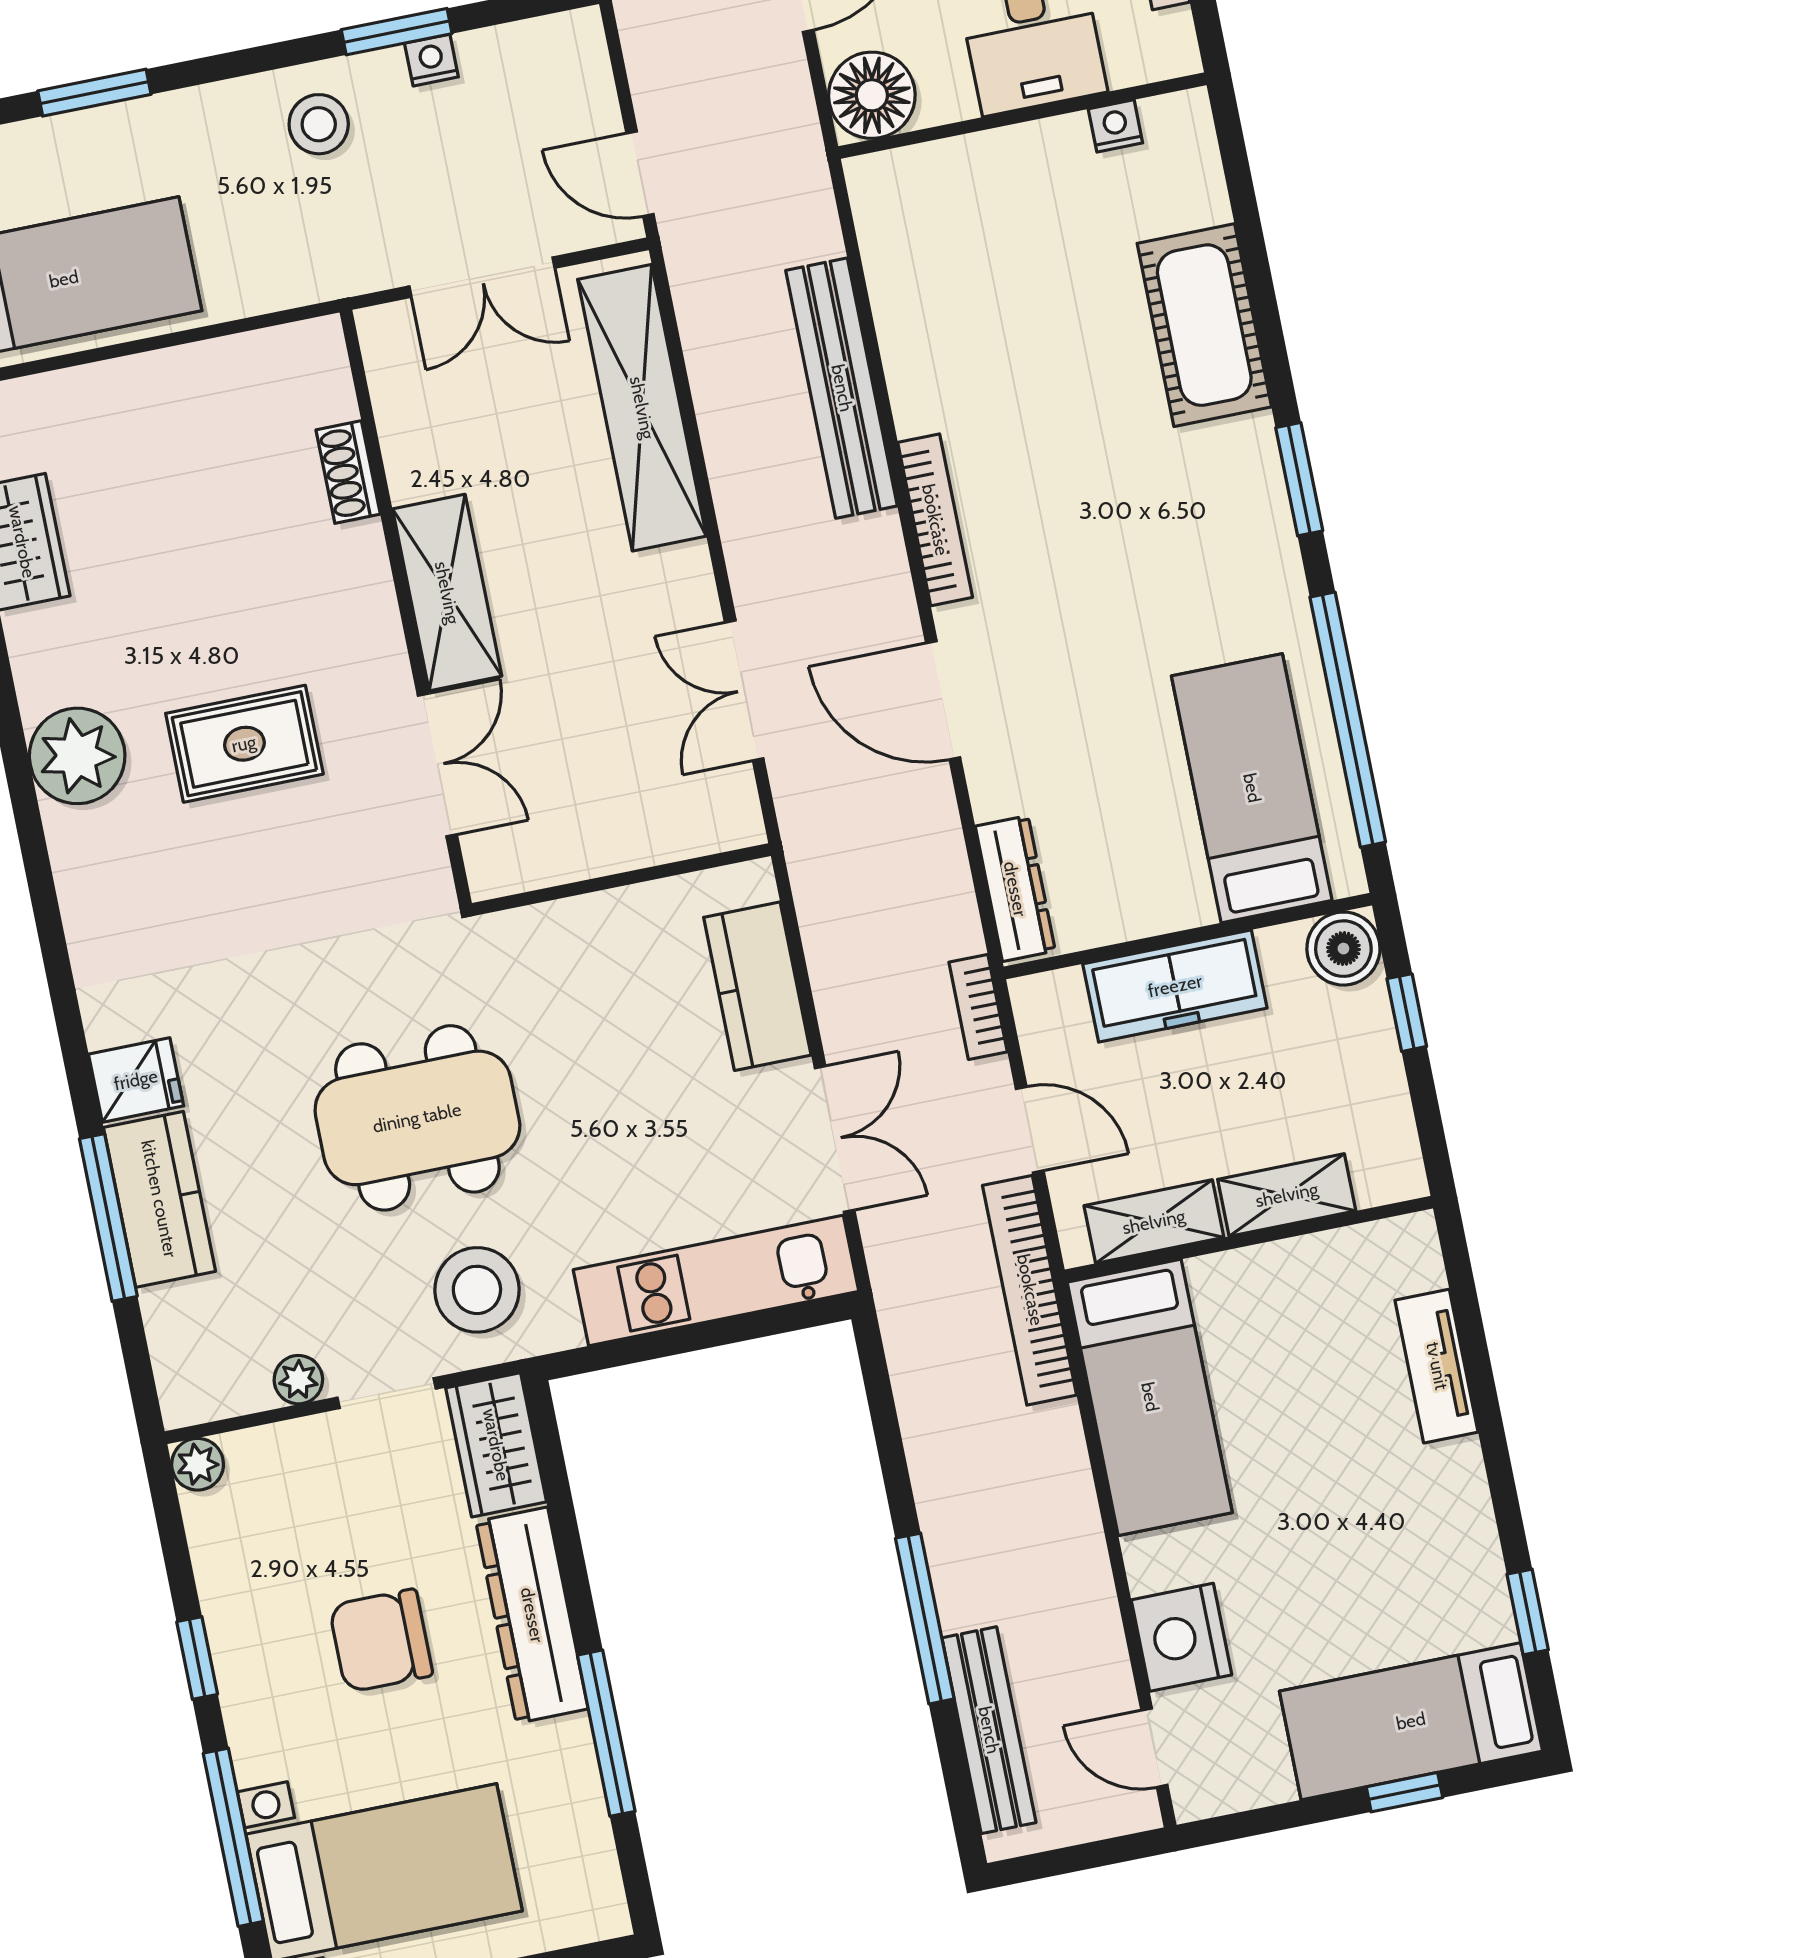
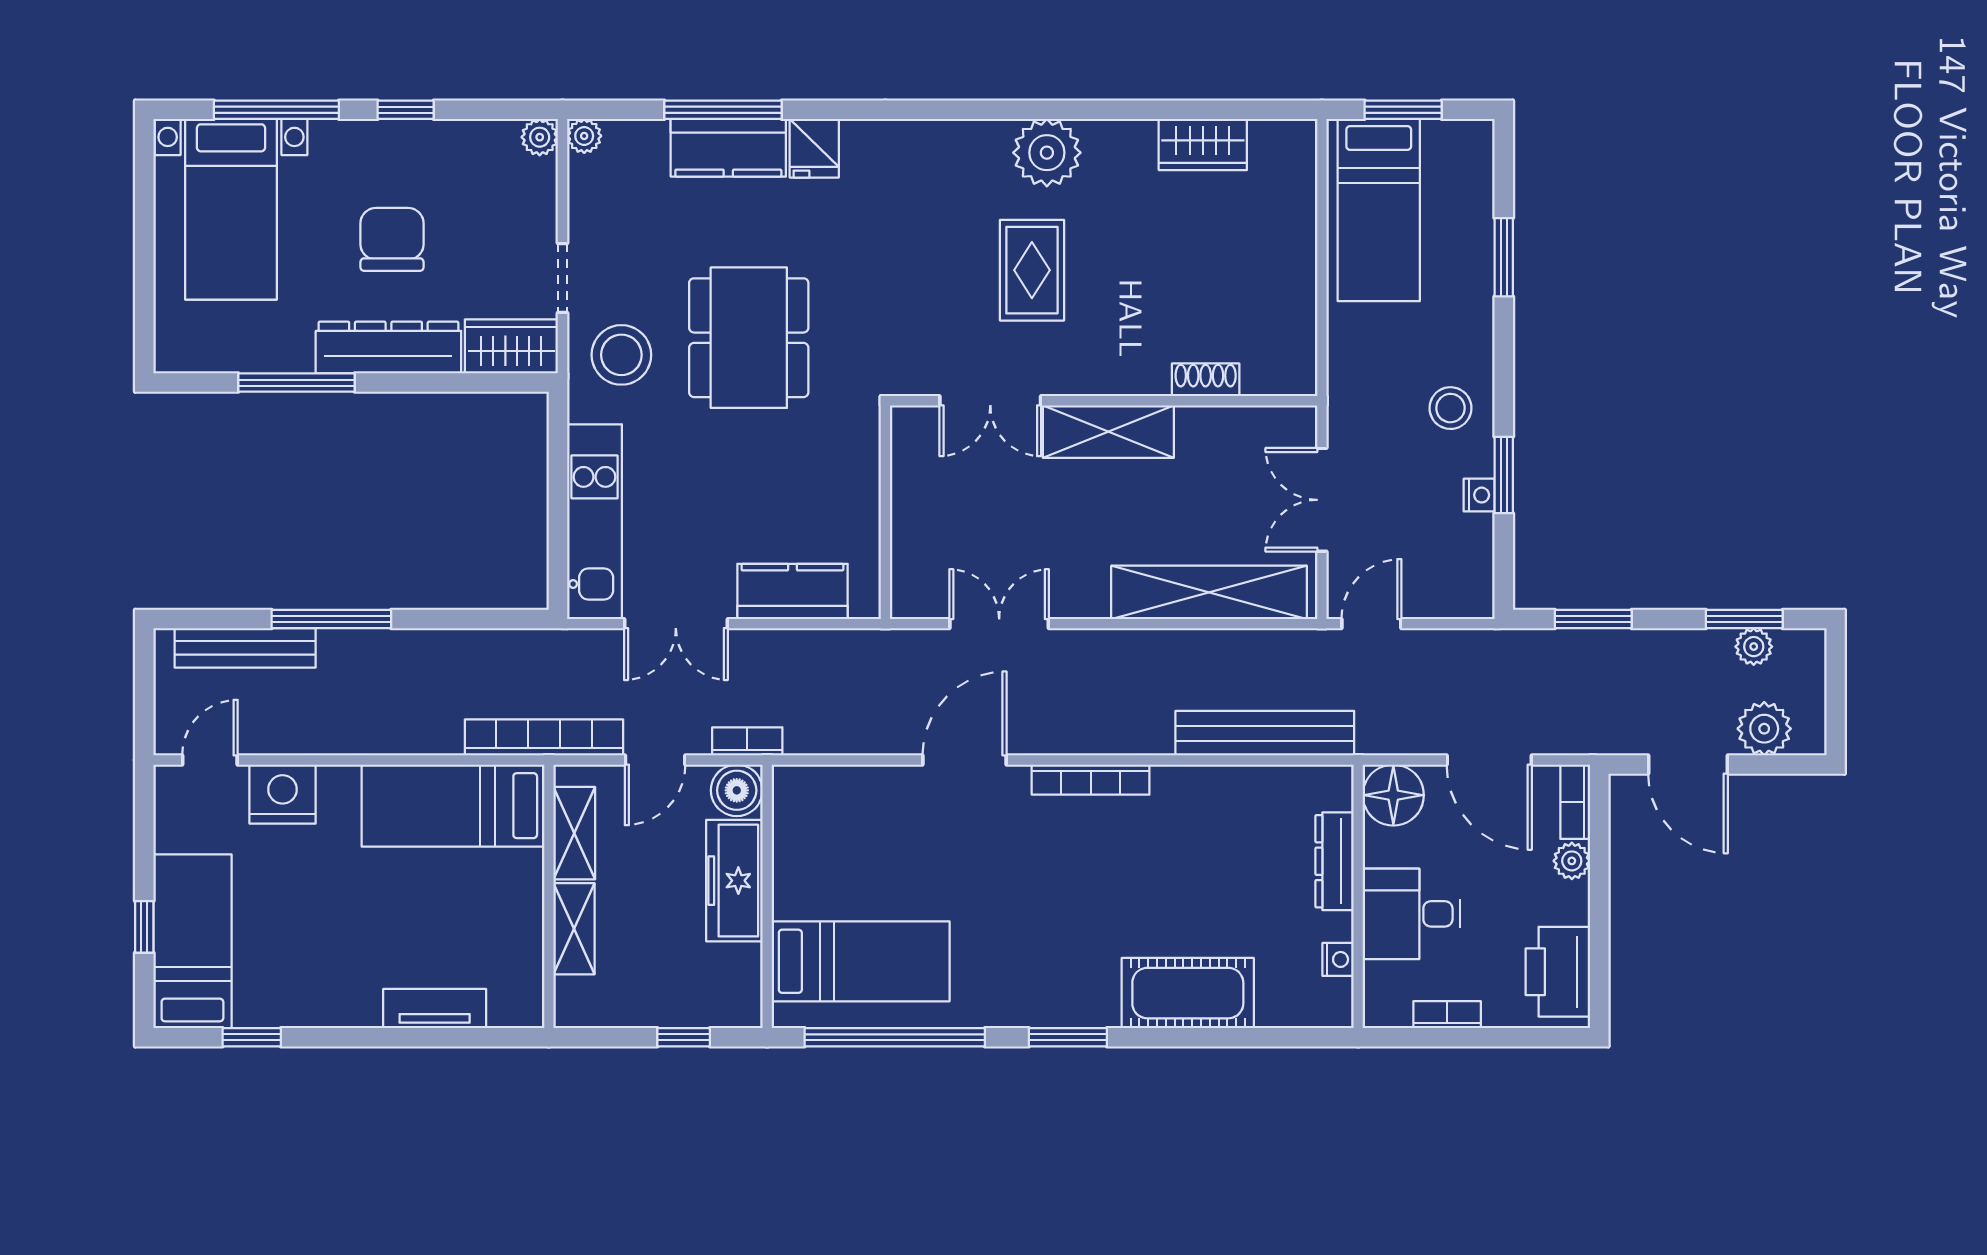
bench: (842, 388) -> (1265, 733), moved
dresser: (1015, 889) -> (1335, 861), moved, turned 90
boiler: (1343, 949) -> (737, 790), moved
plant: (298, 1380) -> (584, 136), moved

